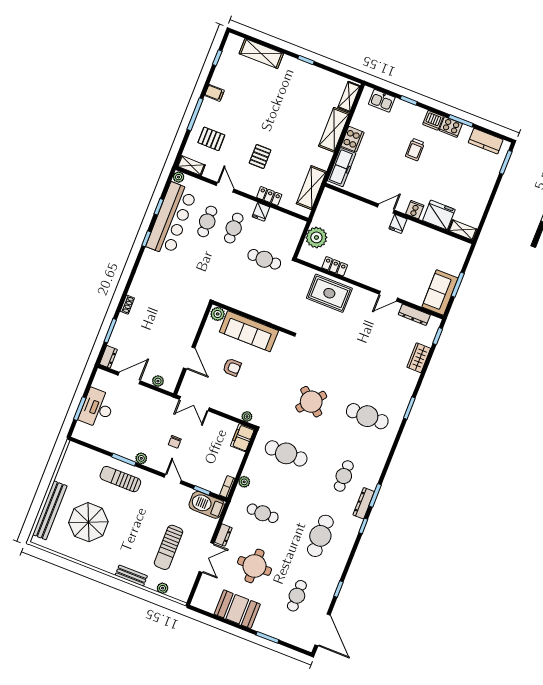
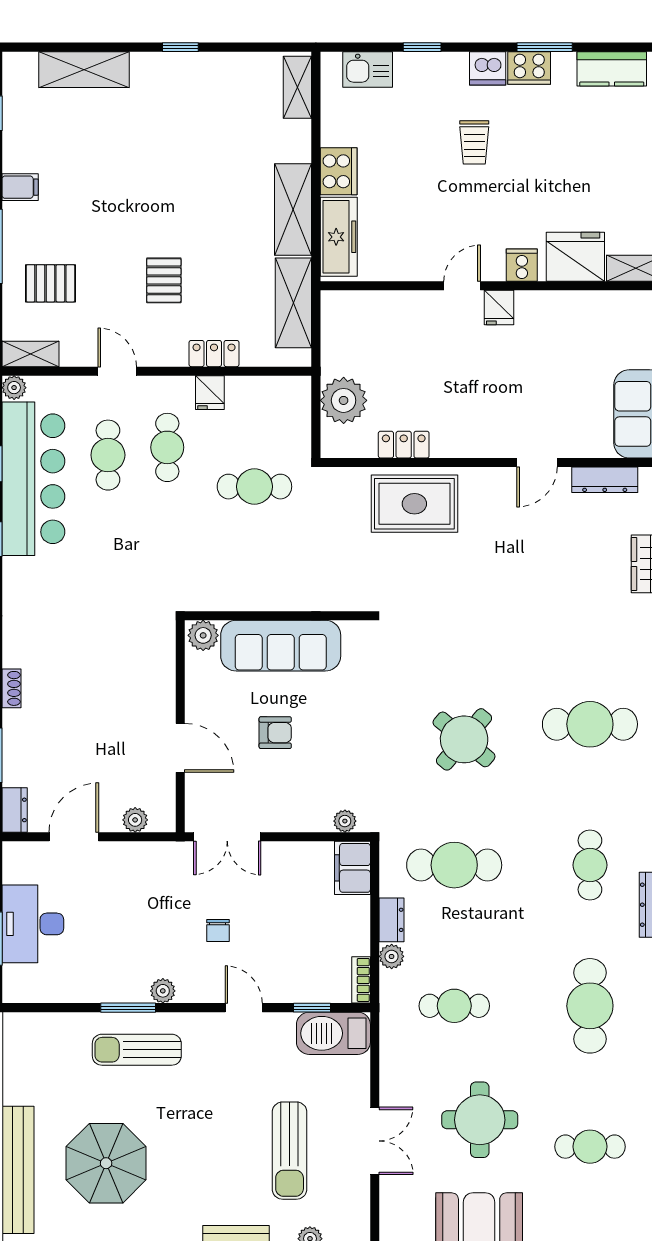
shelving: (334, 130) -> (293, 210), moved
dresser: (223, 535) -> (392, 920), moved
cafe table: (297, 596) -> (590, 1147), turned 90

